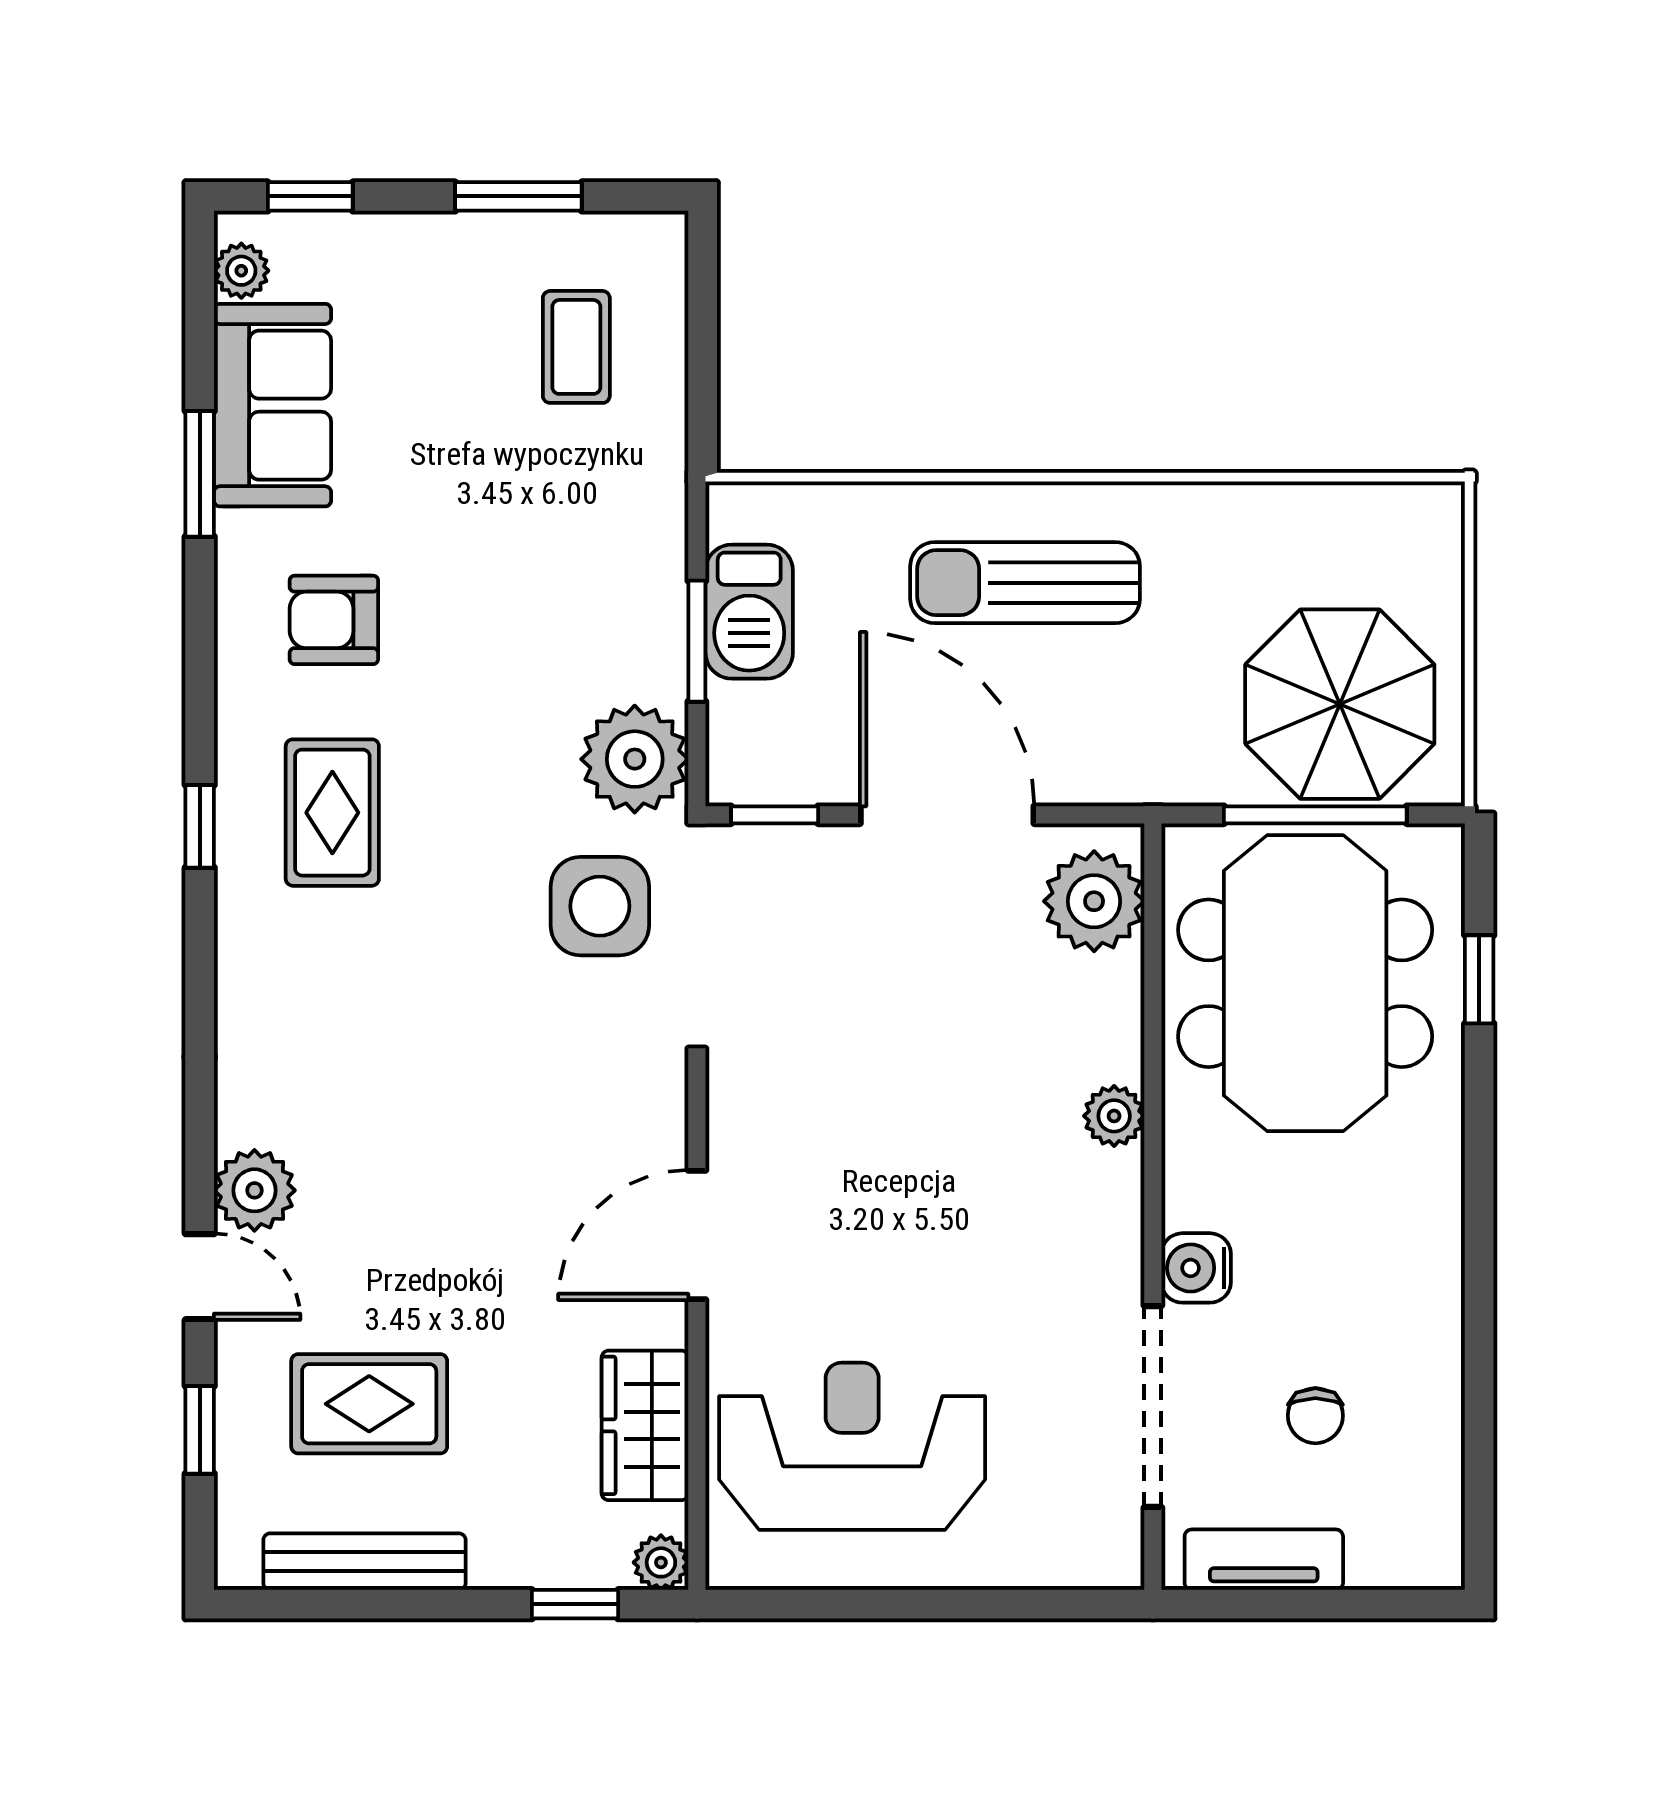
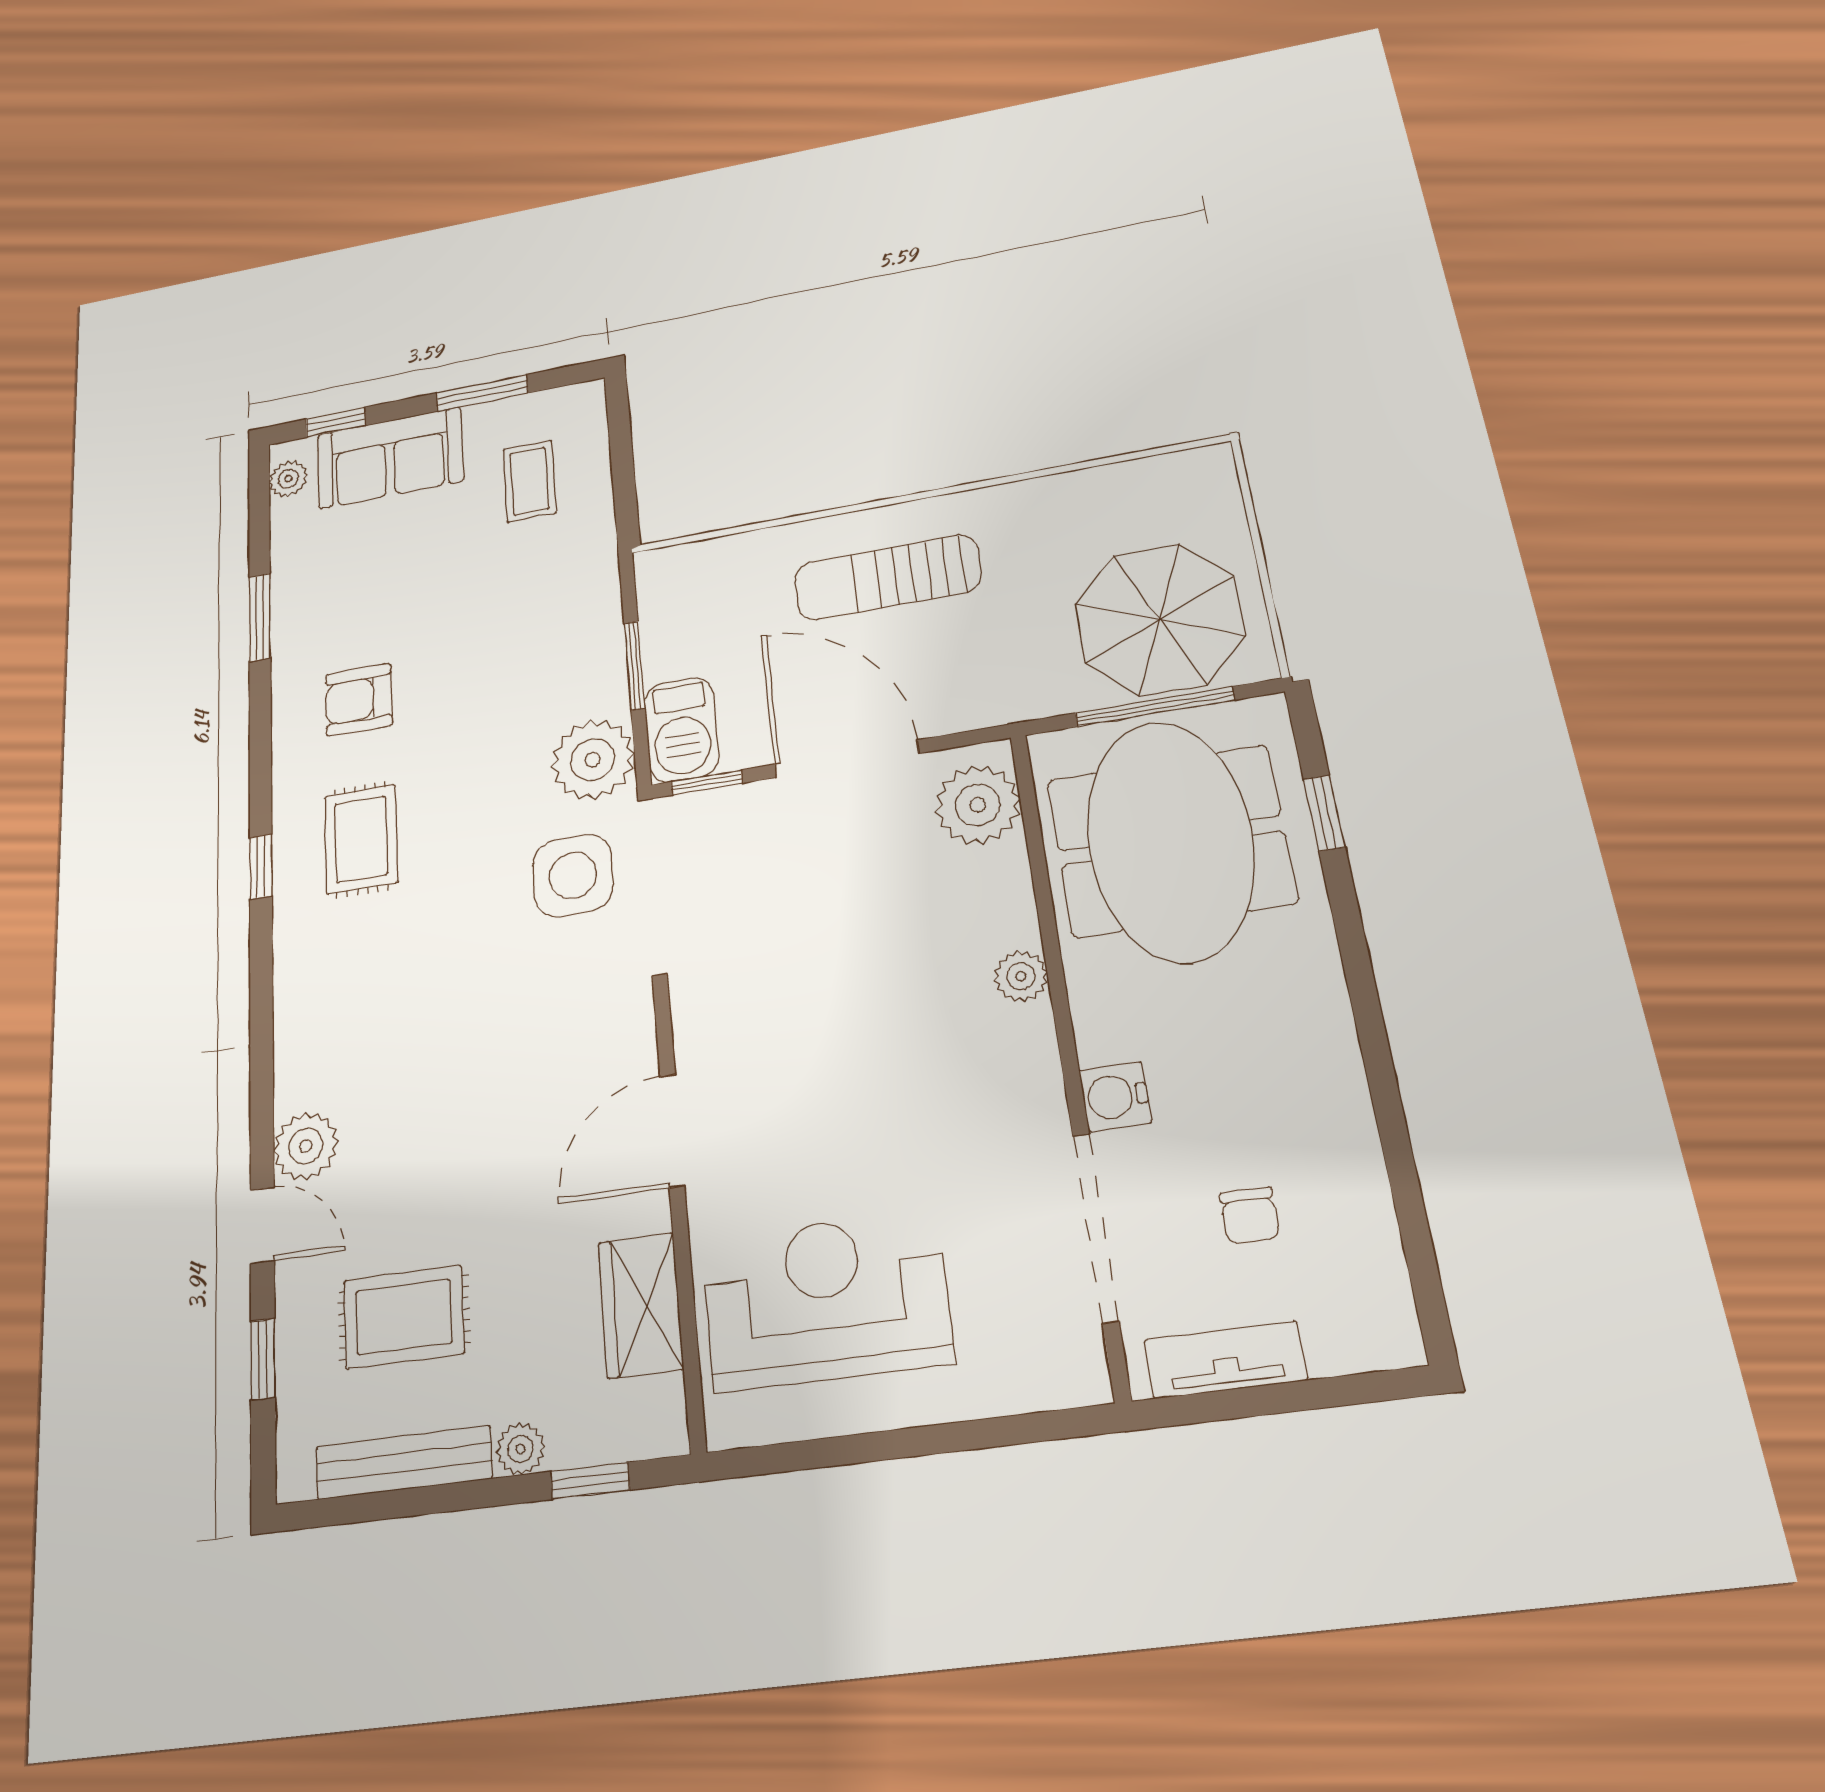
sofa: (273, 405) -> (390, 458), moved, turned 90
barbecue: (749, 612) -> (681, 729), moved
plant: (661, 1562) -> (521, 1449), moved

